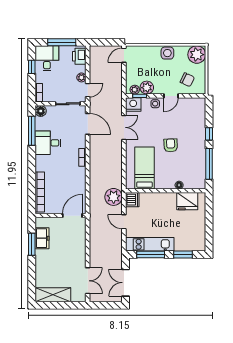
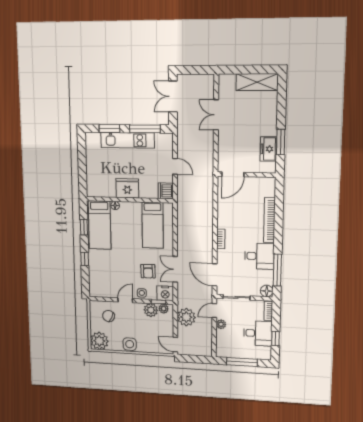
door: (124, 55) -> (175, 345), swing flipped
printer: (79, 56) -> (223, 346), removed
desk: (47, 58) -> (258, 333), moved, turned -90
armchair: (171, 145) -> (148, 271), moved
window: (209, 164) -> (84, 227), width x0.46
bed: (194, 166) -> (100, 225), added
bookcase: (40, 192) -> (269, 220), moved
plant: (114, 197) -> (186, 317), moved
fridge: (187, 201) -> (127, 188), moved
kitchen unit: (150, 244) -> (128, 140), moved
double door: (88, 281) -> (216, 115), moved
double door: (126, 283) -> (173, 96), swing flipped

